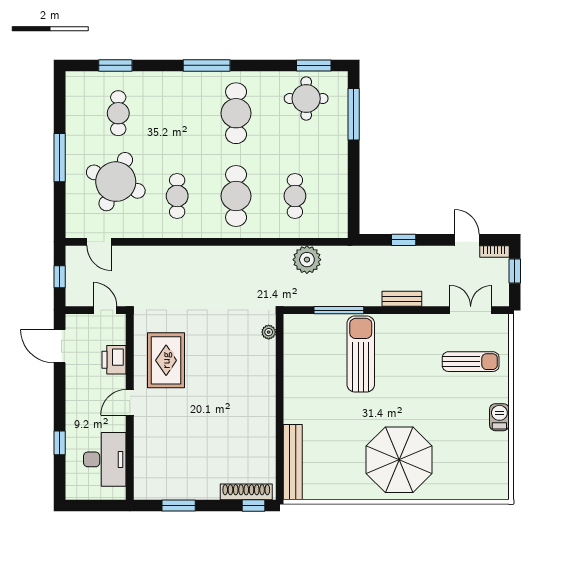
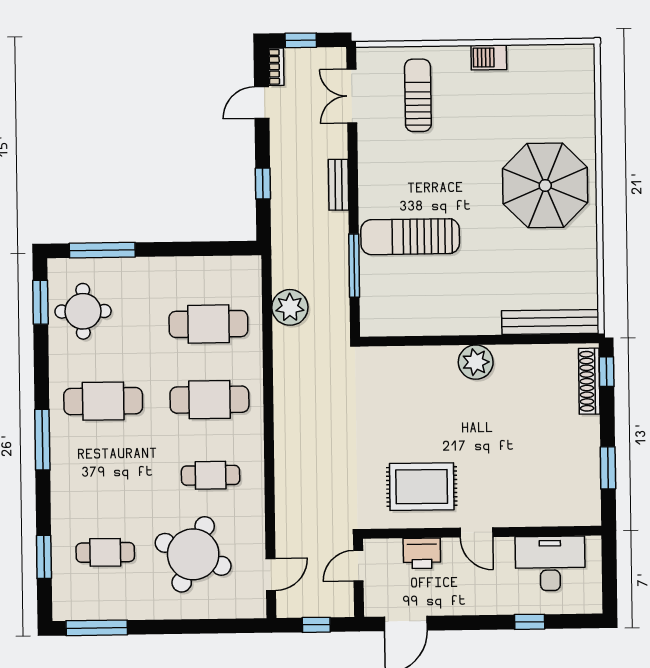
window: (60, 158) -> (97, 628), moved
cafe table: (295, 196) -> (208, 324), width x1.37, depth x1.35
plant: (269, 332) -> (476, 362), moved, width x1.87, depth x1.87

